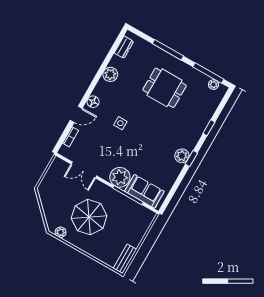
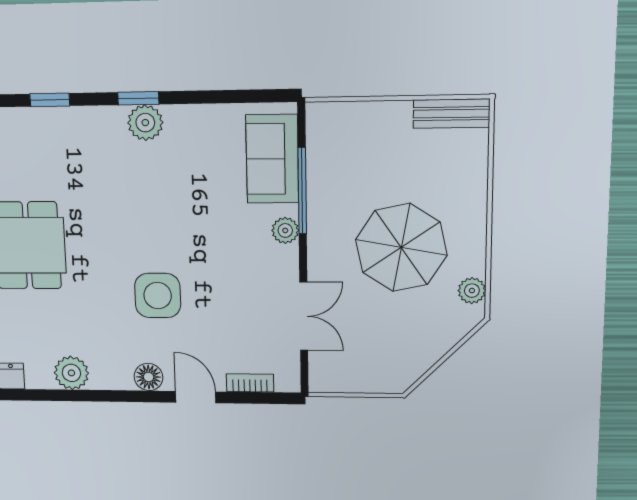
side table: (120, 123) -> (158, 296), width x1.87, depth x1.87
plant: (120, 177) -> (285, 230), width x0.53, depth x0.53

